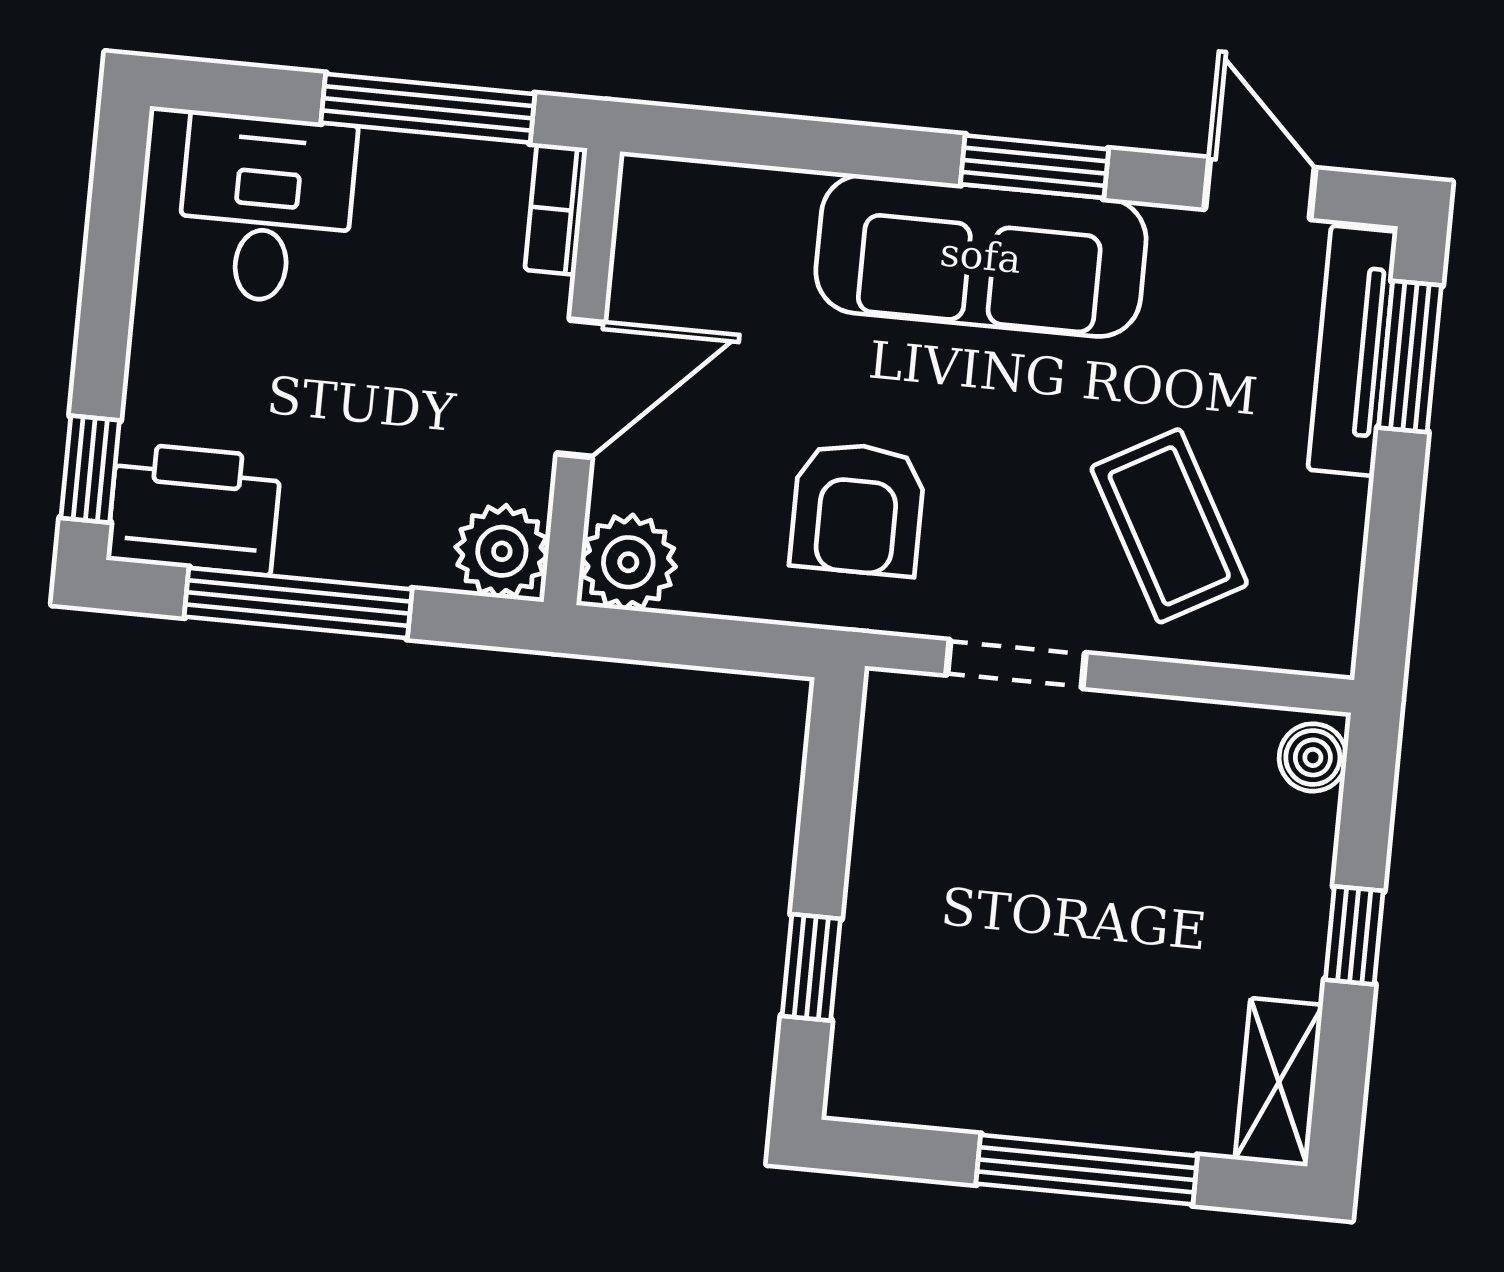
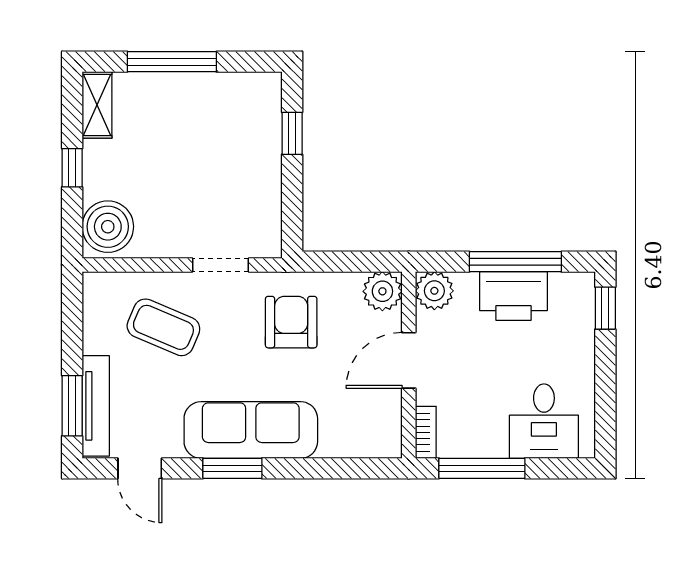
printer: (194, 509) -> (514, 296), moved
coffee table: (1169, 526) -> (163, 327), turned -38
boiler: (1313, 757) -> (108, 227), width x1.86, depth x1.86

